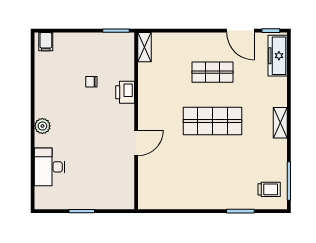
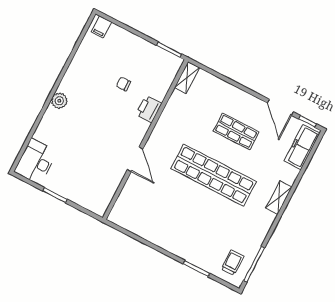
shop shelf: (213, 121) -> (214, 175), width x1.40
shelving: (280, 123) -> (279, 197), moved
door: (136, 143) -> (135, 159), hinge flipped
desk: (49, 167) -> (36, 162), moved
trolley: (269, 189) -> (232, 262), turned -90

